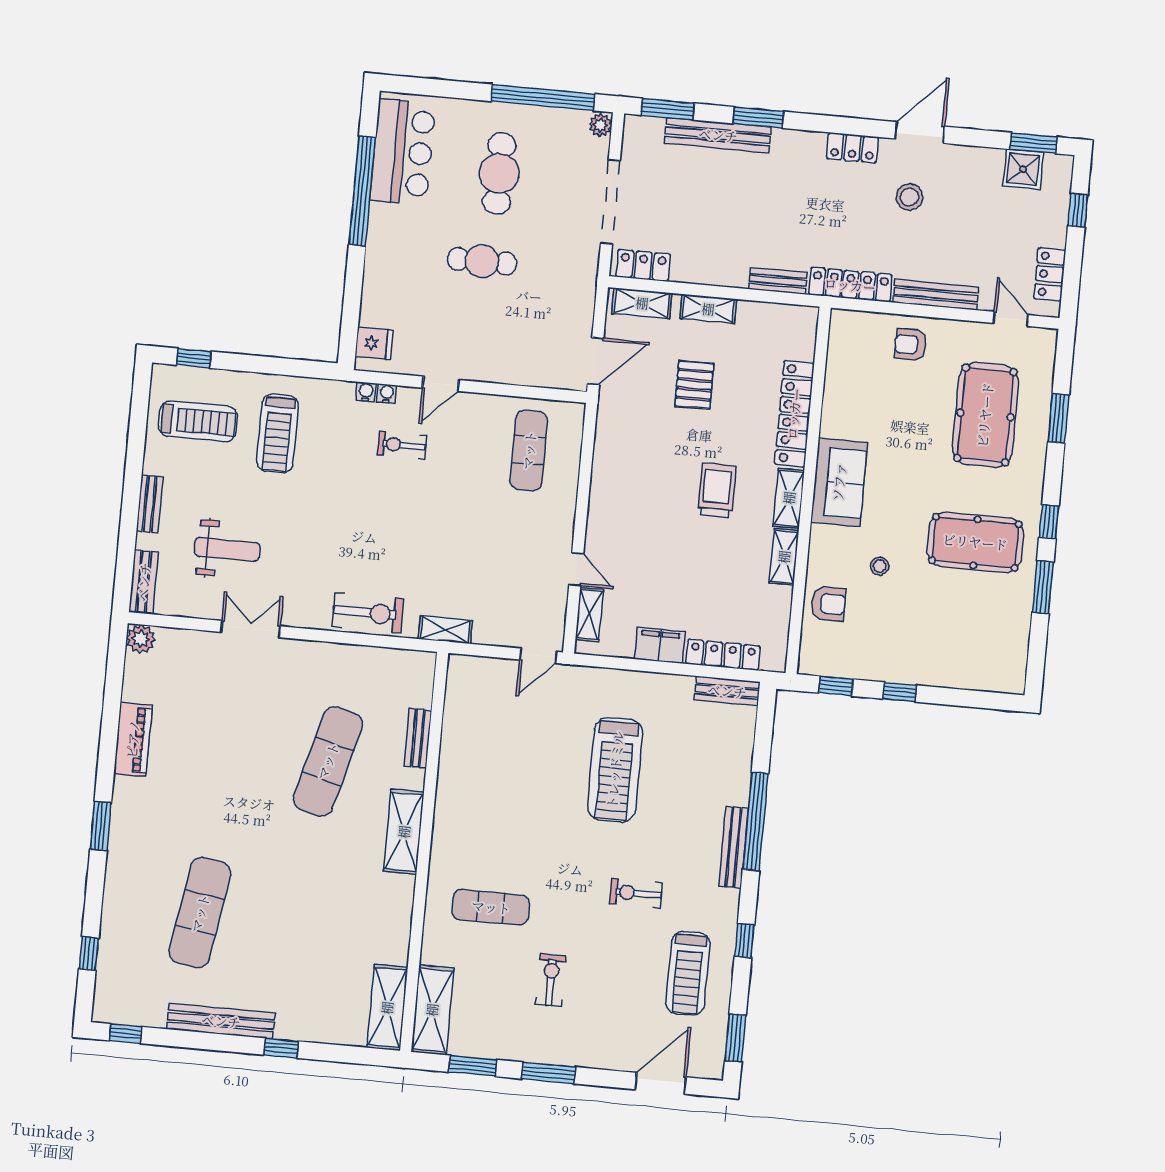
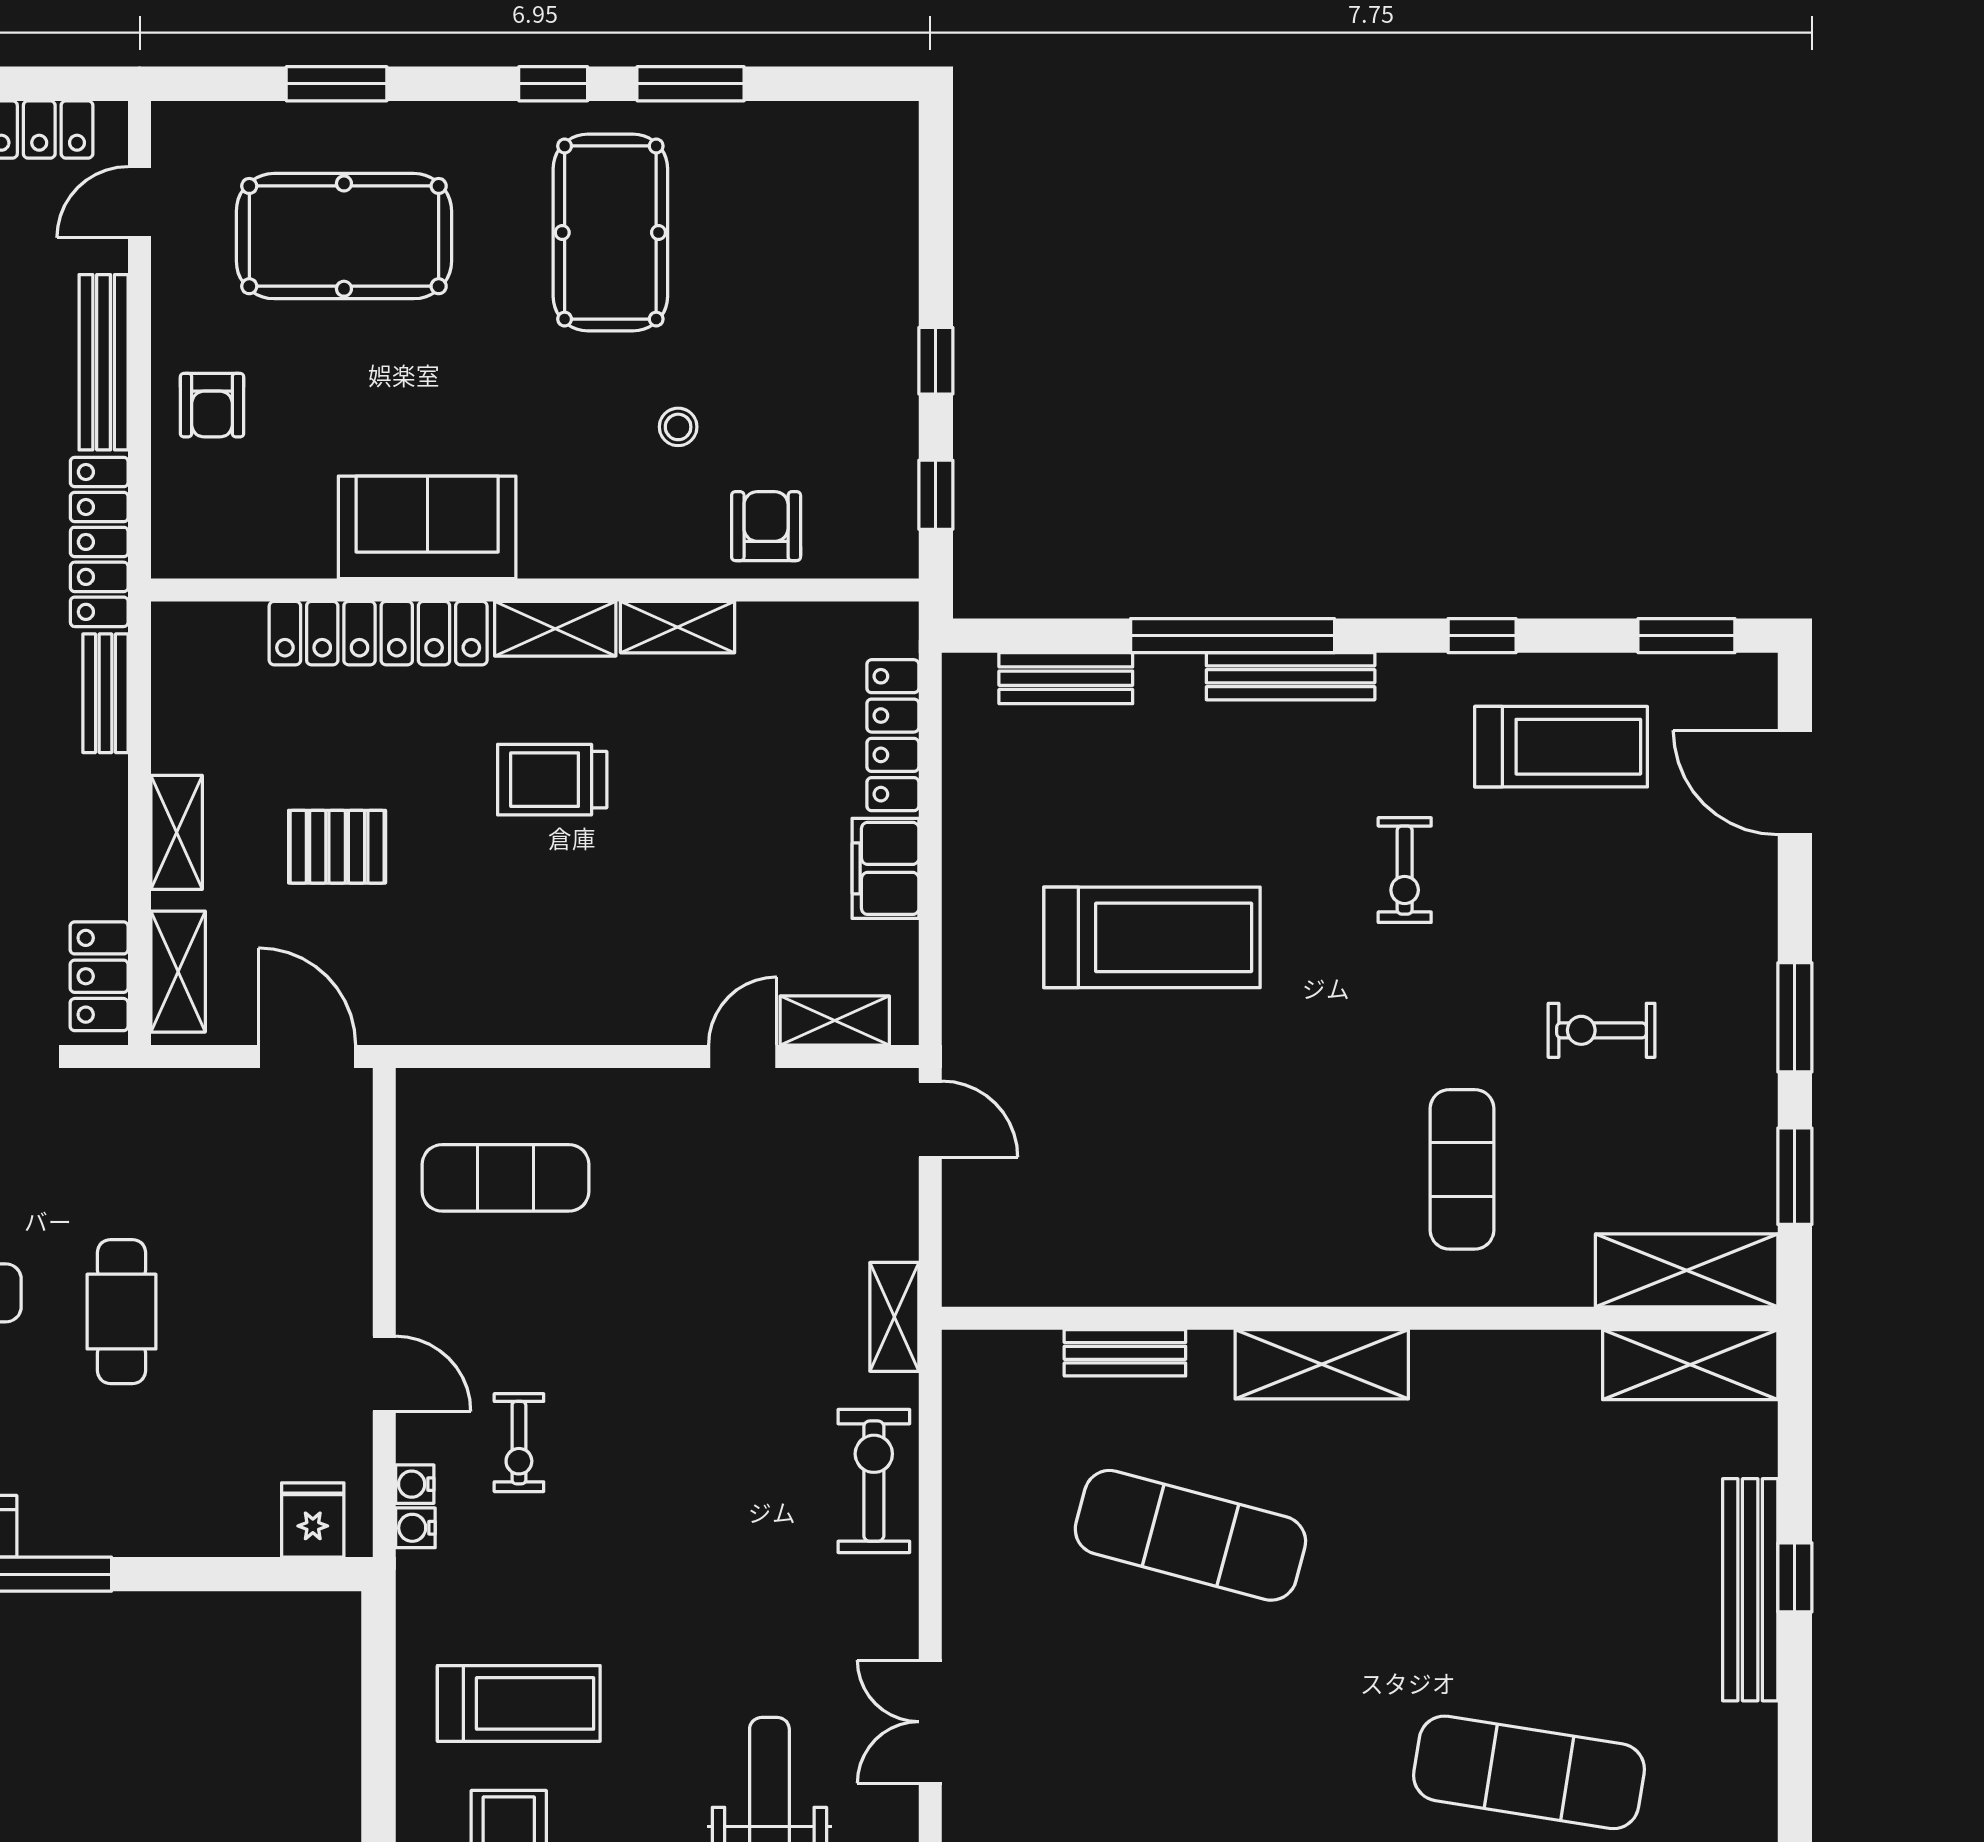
sofa: (839, 482) -> (427, 527), moved
bench: (727, 691) -> (1066, 678), moved, turned 90
bench: (221, 1021) -> (1750, 1590), moved

